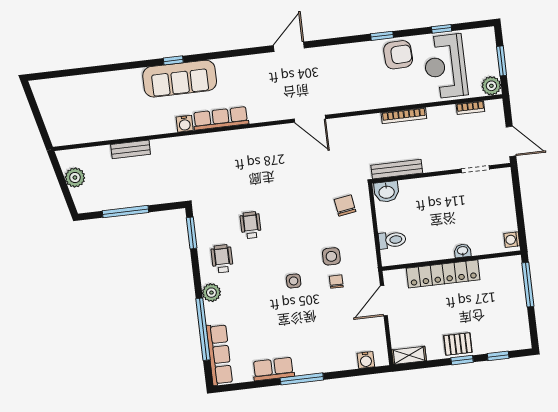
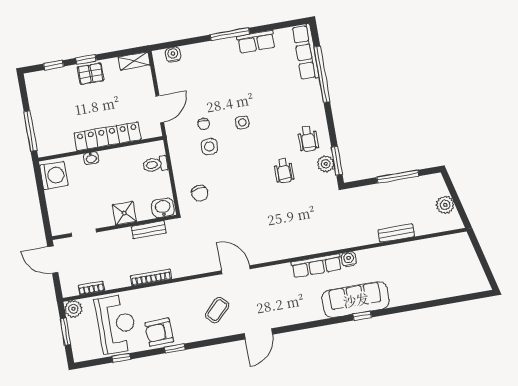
coffee table: (333, 76) -> (217, 310), added
bench: (397, 169) -> (149, 230), width x0.73
shower: (429, 188) -> (124, 213), added
washing machine: (512, 240) -> (54, 176), width x1.89, depth x1.89
plant: (211, 293) -> (326, 164), moved

